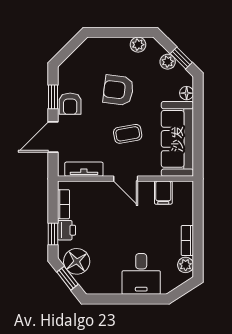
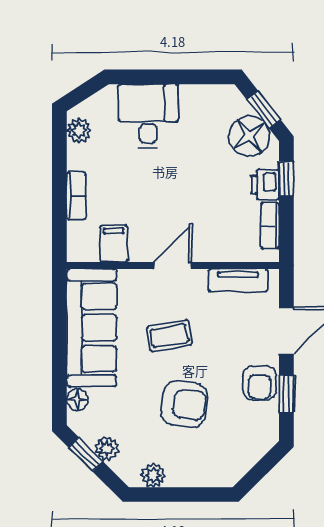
armchair: (70, 104) -> (260, 383), turned 180
door: (126, 179) -> (173, 265), hinge flipped
bookcase: (187, 240) -> (76, 196), moved

